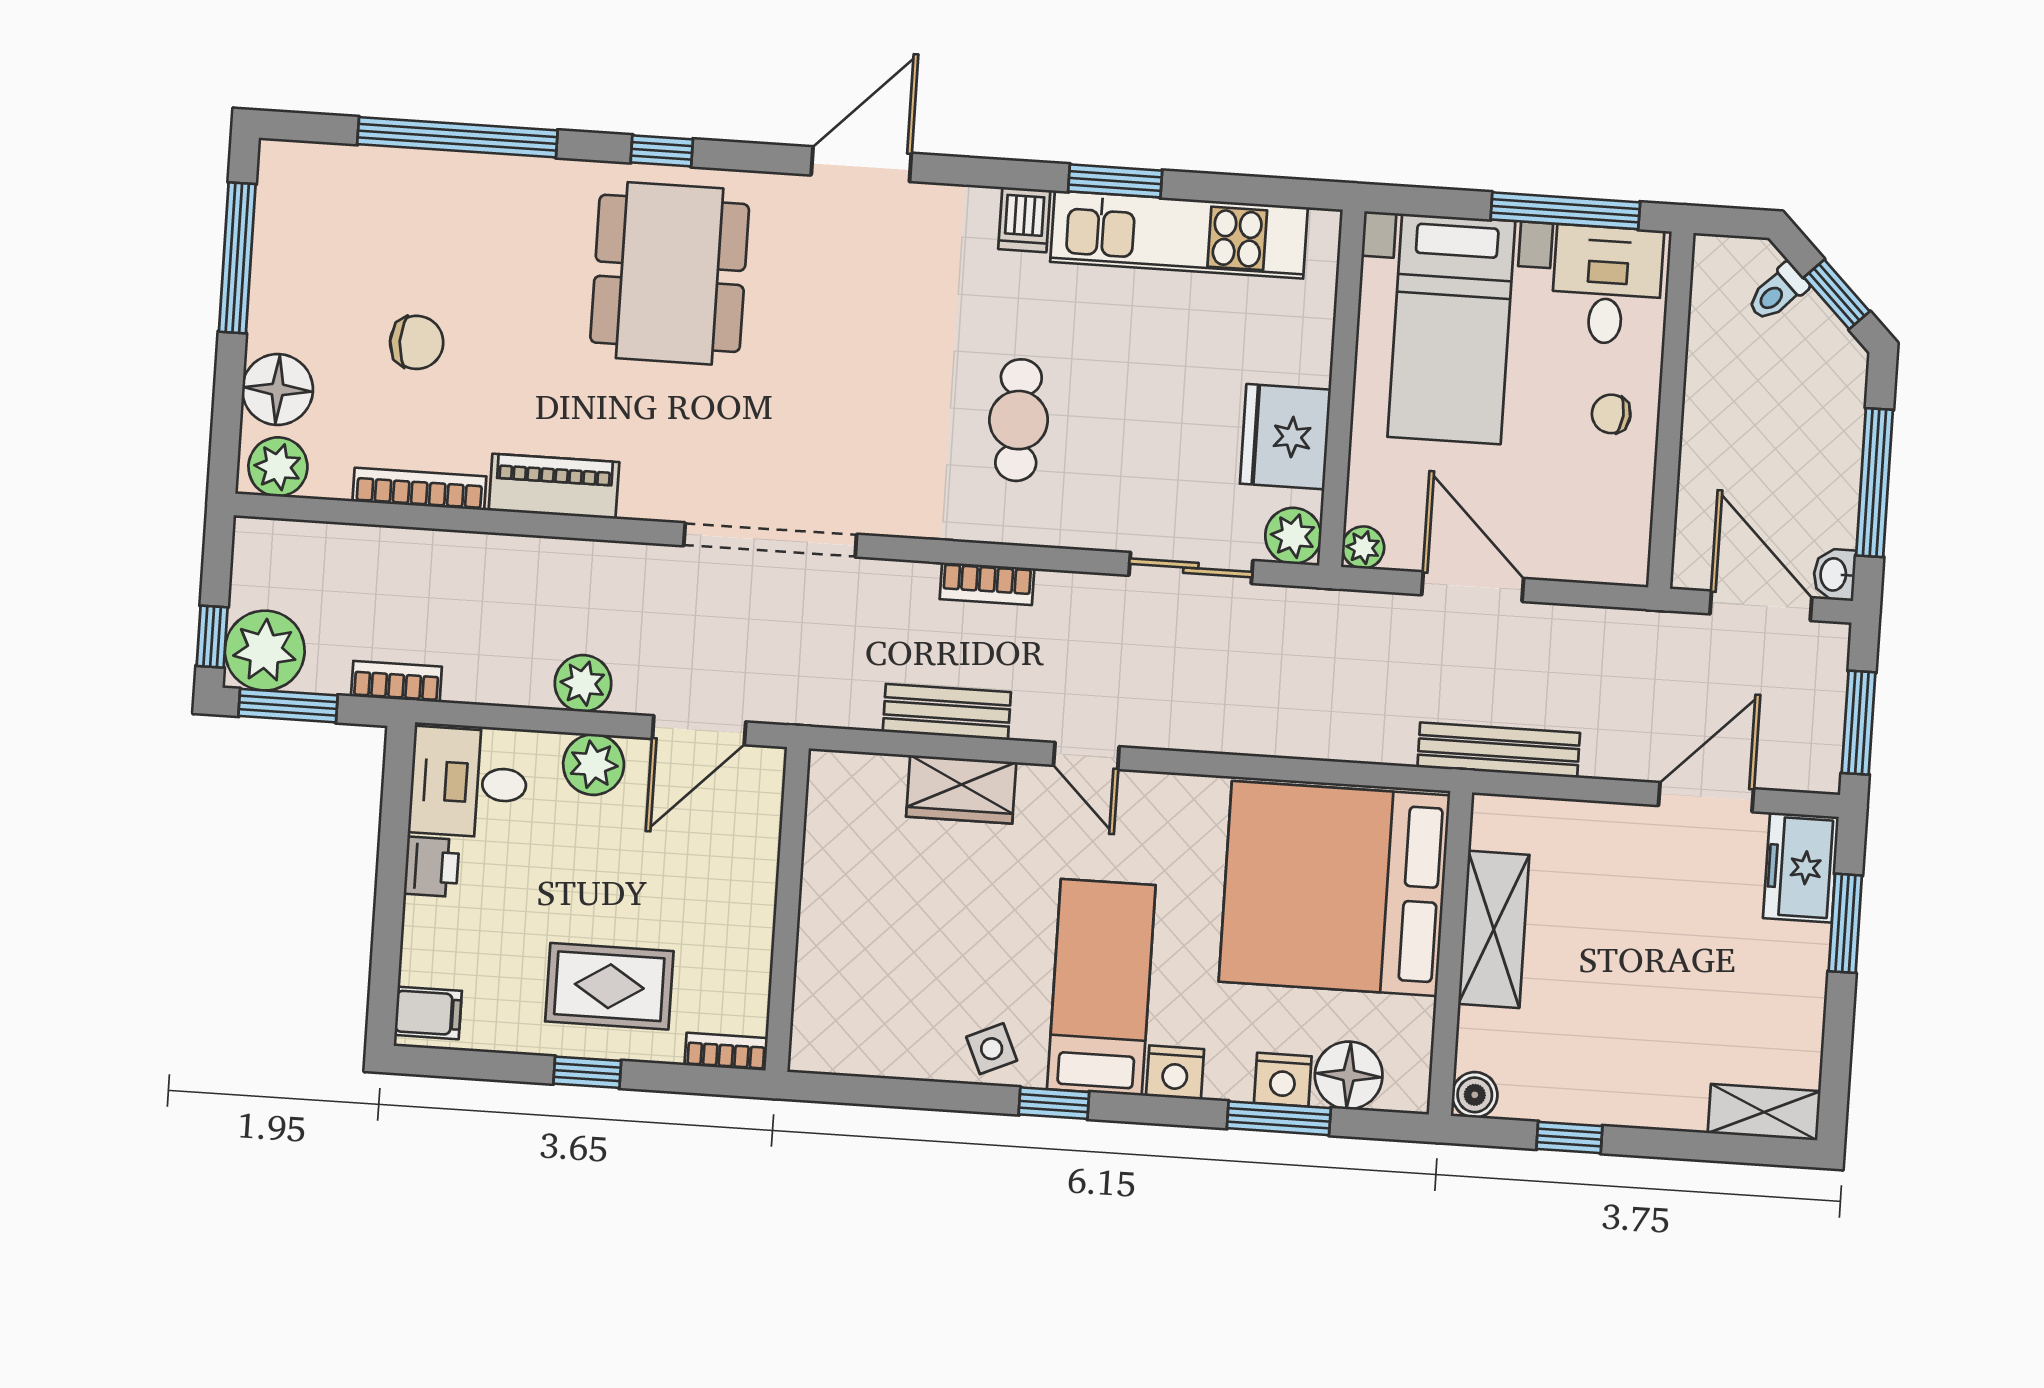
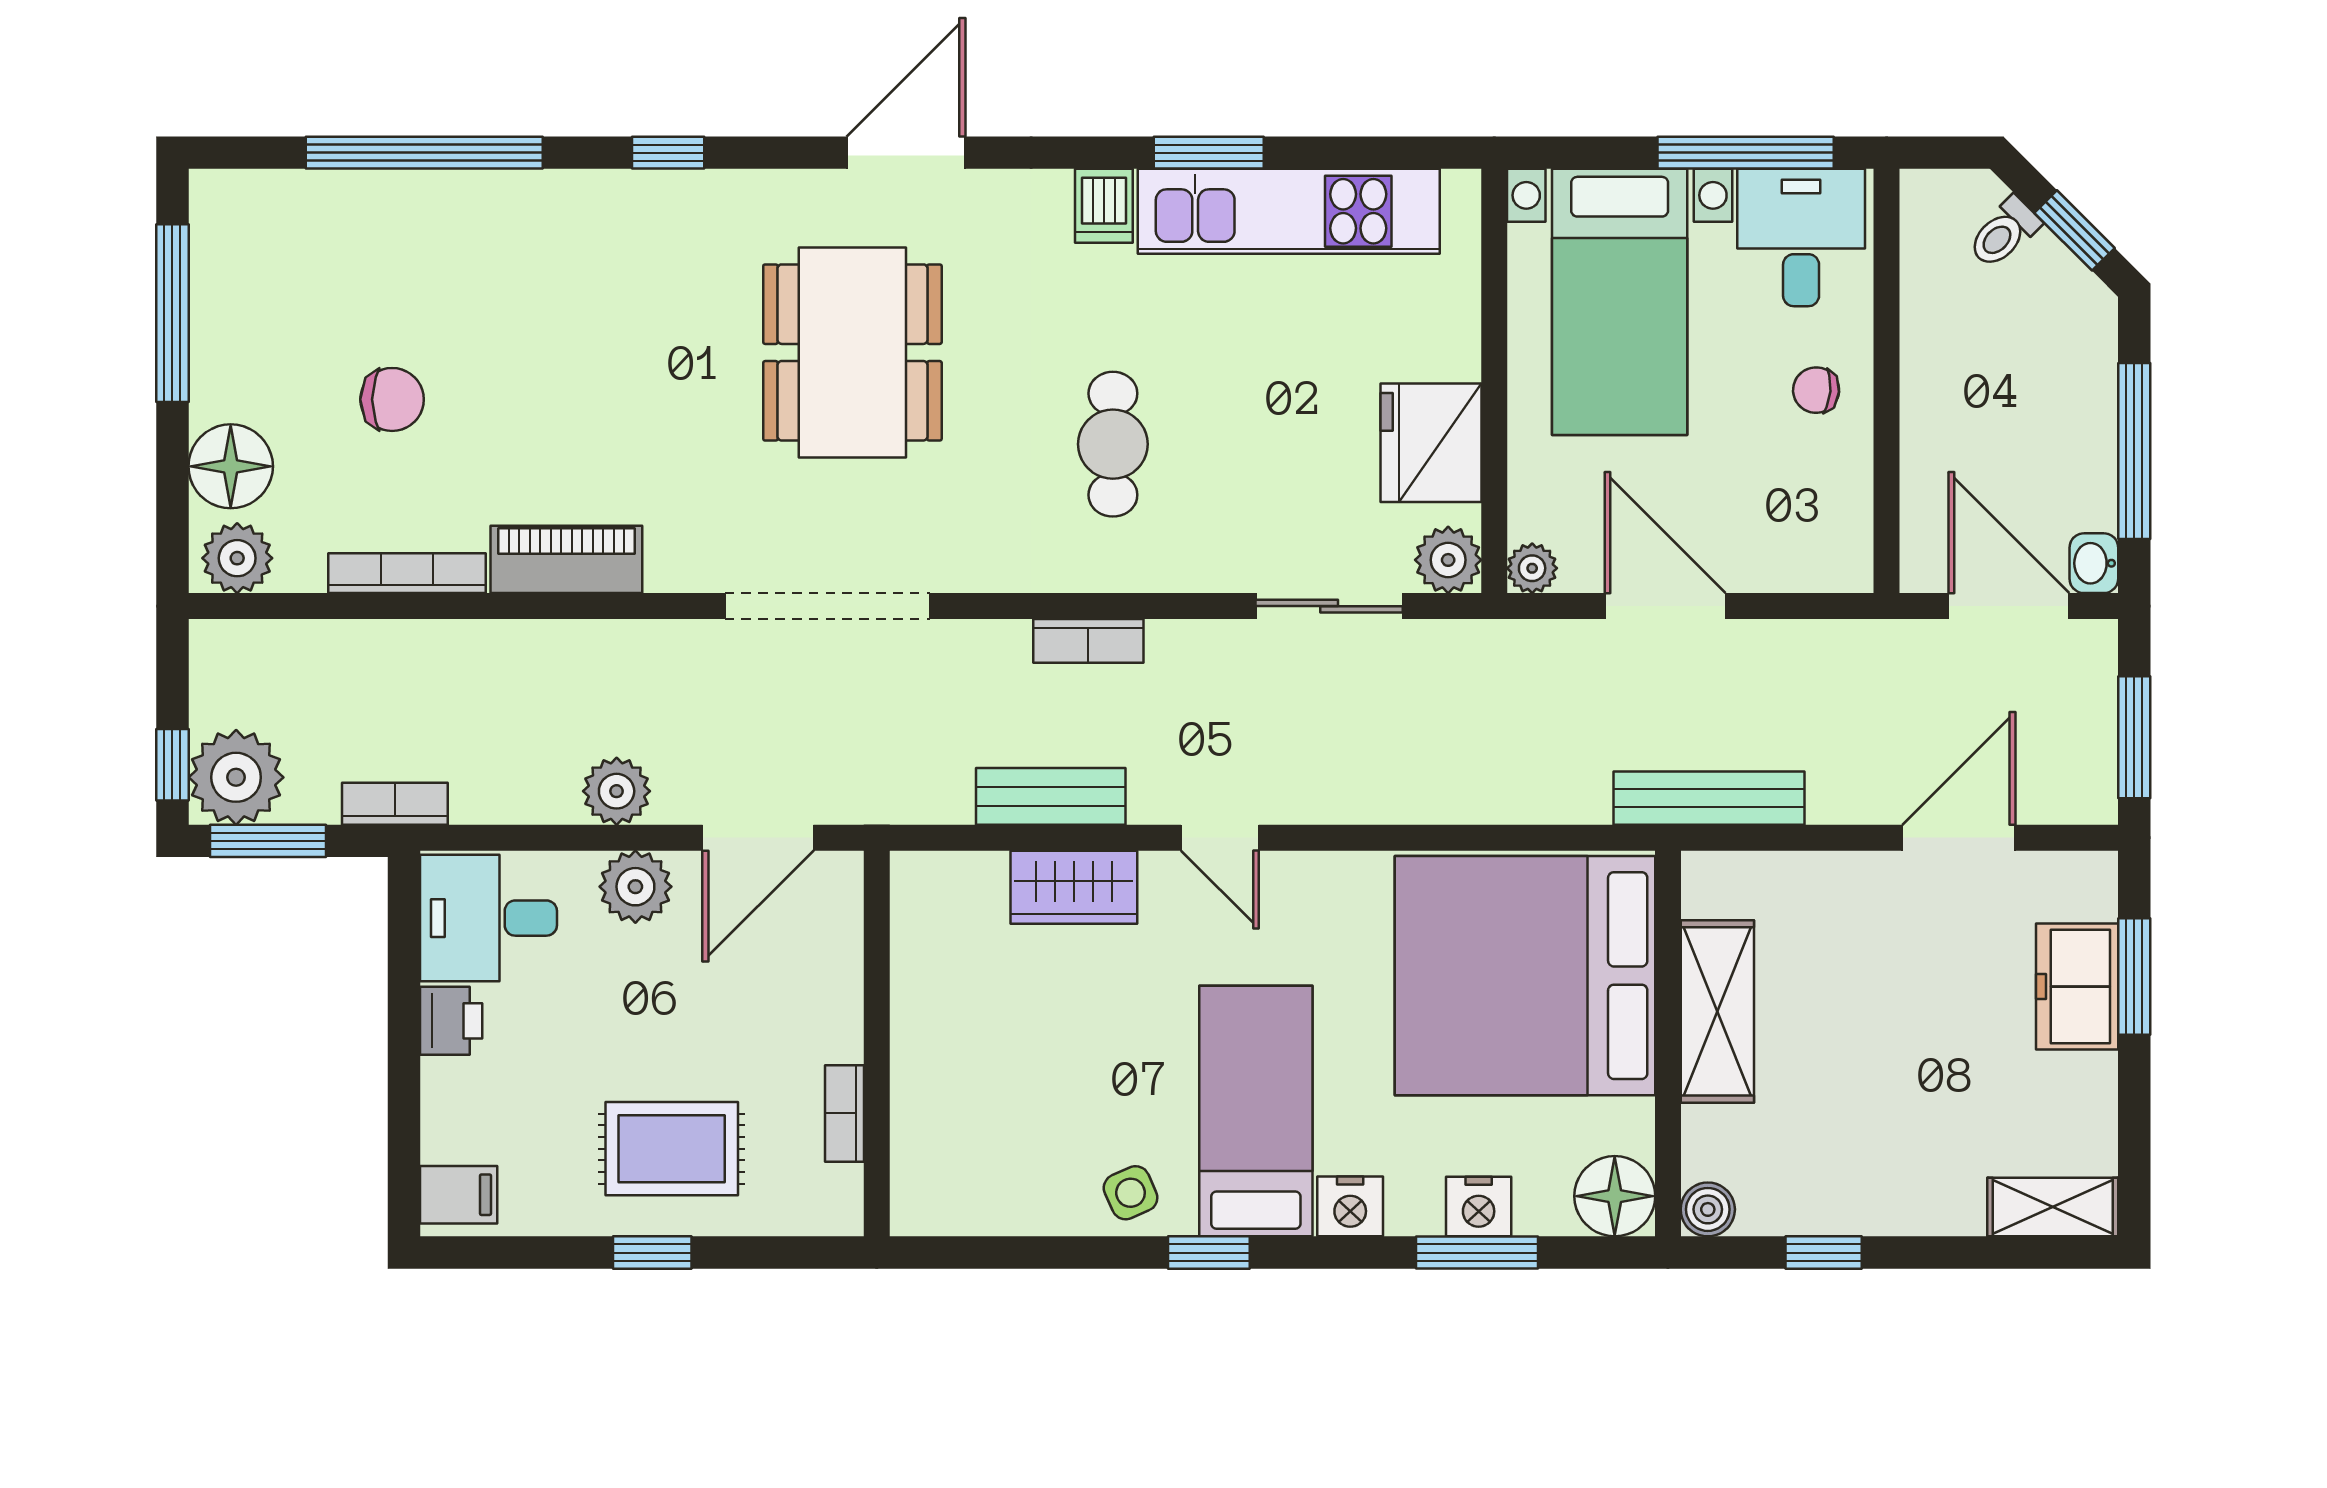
dining table: (670, 273) -> (852, 352), moved
freezer: (1801, 867) -> (2077, 987), moved
bookcase: (726, 1052) -> (845, 1113), moved, turned -90
floor lamp: (1349, 1075) -> (1615, 1196), moved

